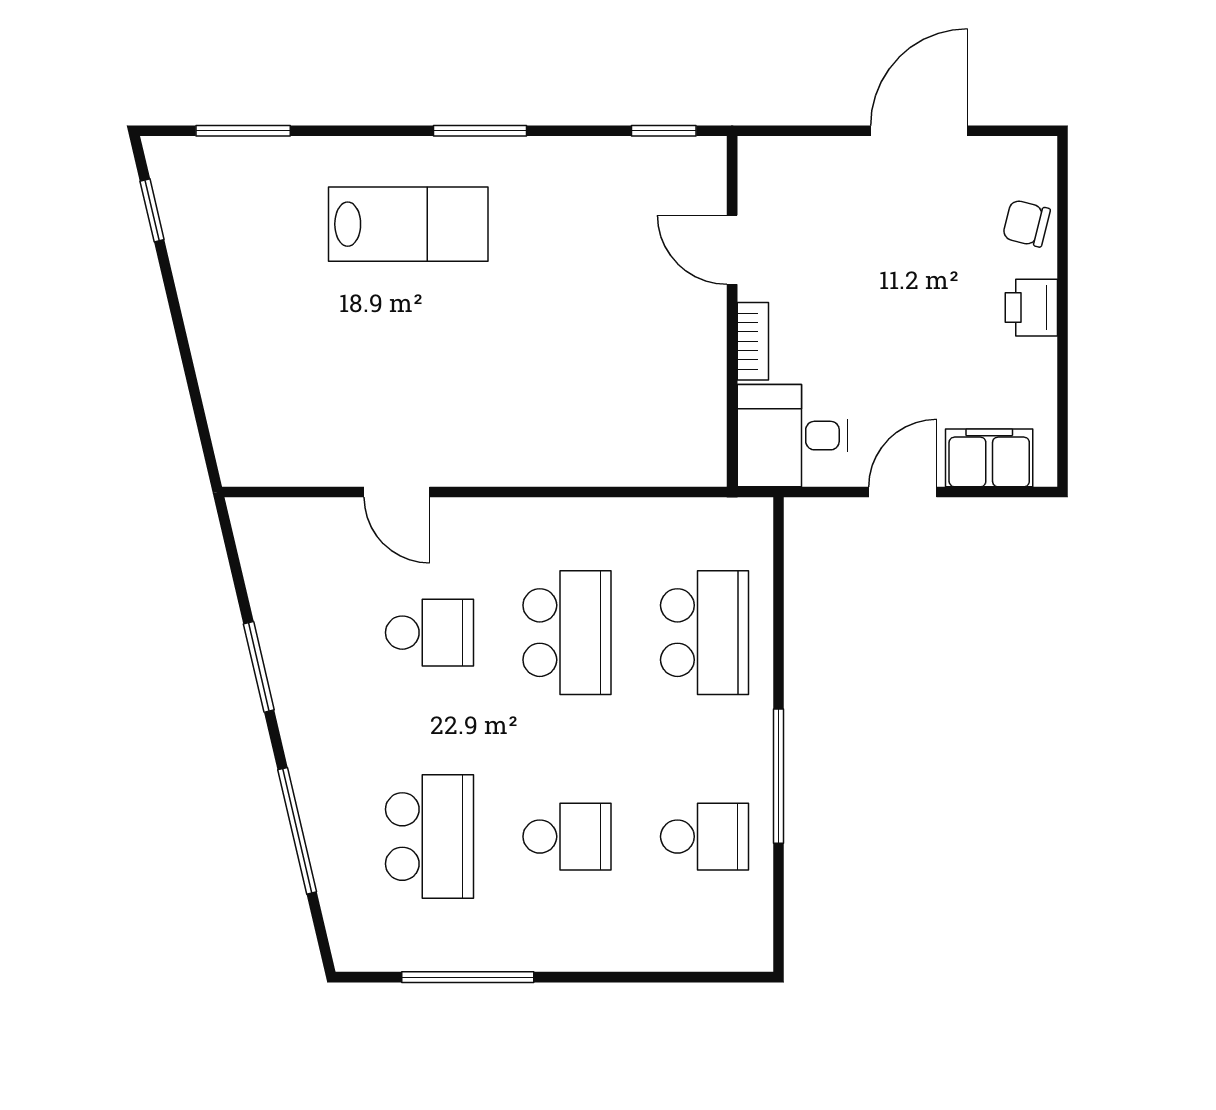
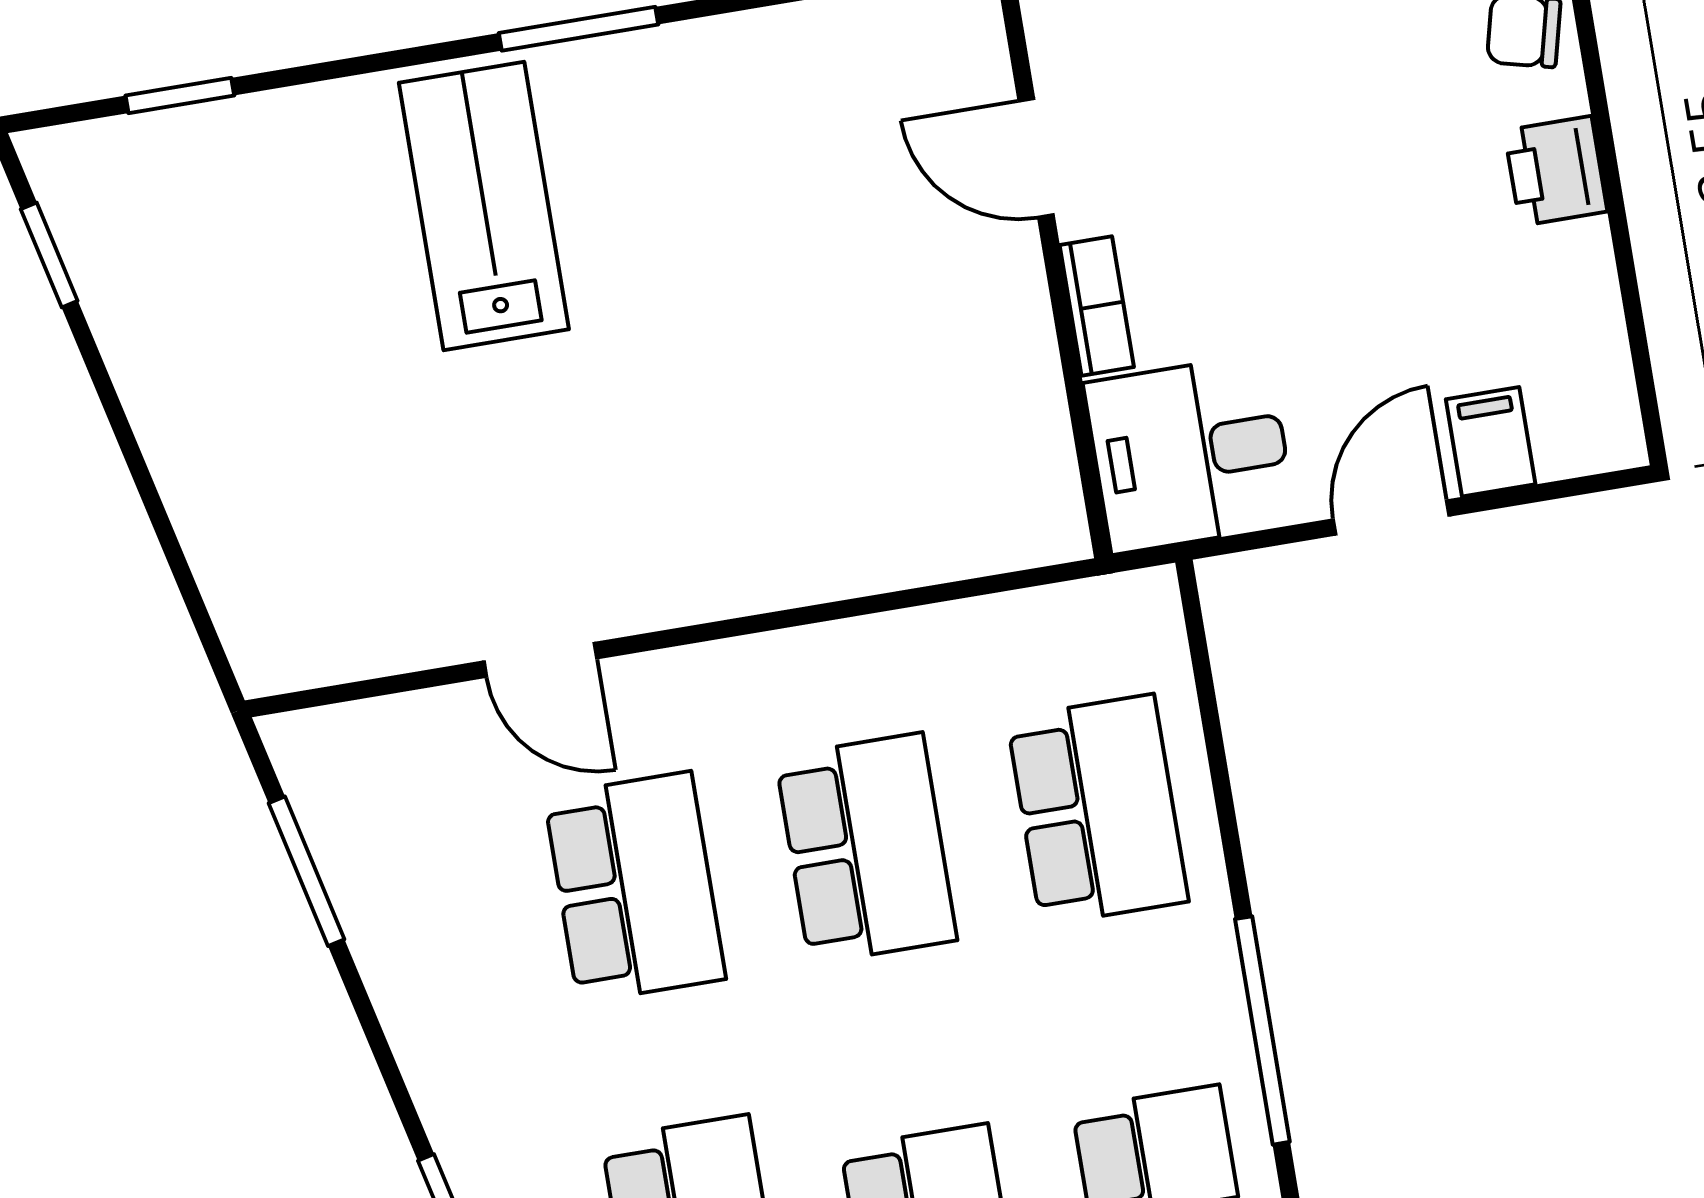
window: (243, 131) -> (180, 95), width x0.67
lab bench: (408, 224) -> (484, 206), turned -90
filing cabinet: (989, 458) -> (1491, 442), width x0.50
school desk: (429, 633) -> (635, 887), width x1.85
window: (259, 667) -> (306, 871), moved

